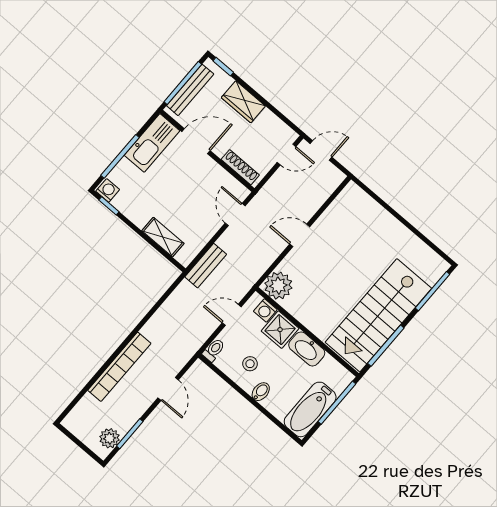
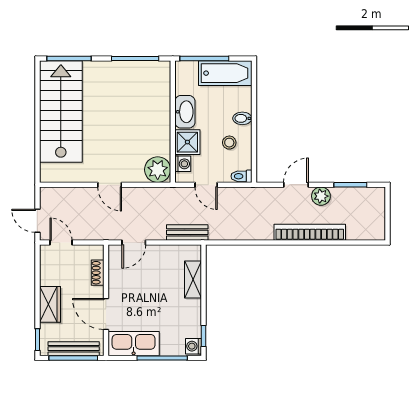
shoe rack: (240, 167) -> (98, 273), width x0.70
stairs: (378, 315) -> (61, 112), moved, turned -90
plant: (110, 438) -> (321, 196), moved

